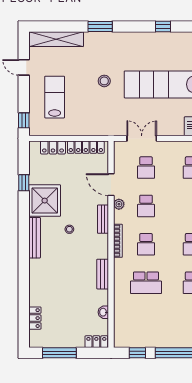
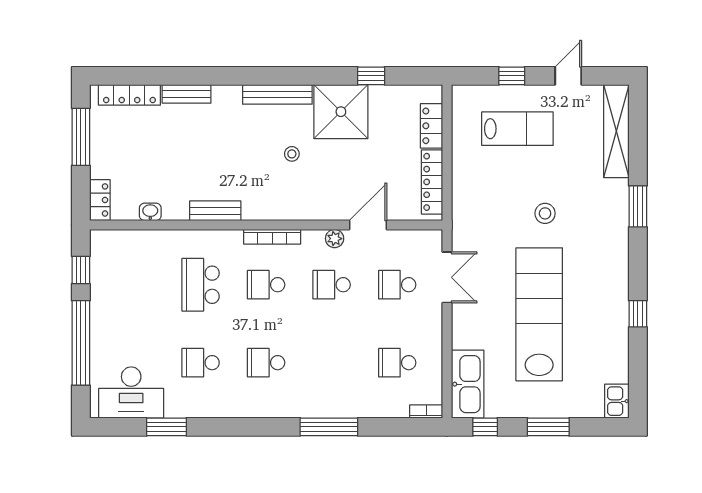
window: (24, 120) -> (512, 76), moved
bench: (103, 219) -> (187, 94), moved
locker: (35, 318) -> (129, 95), width x1.53

